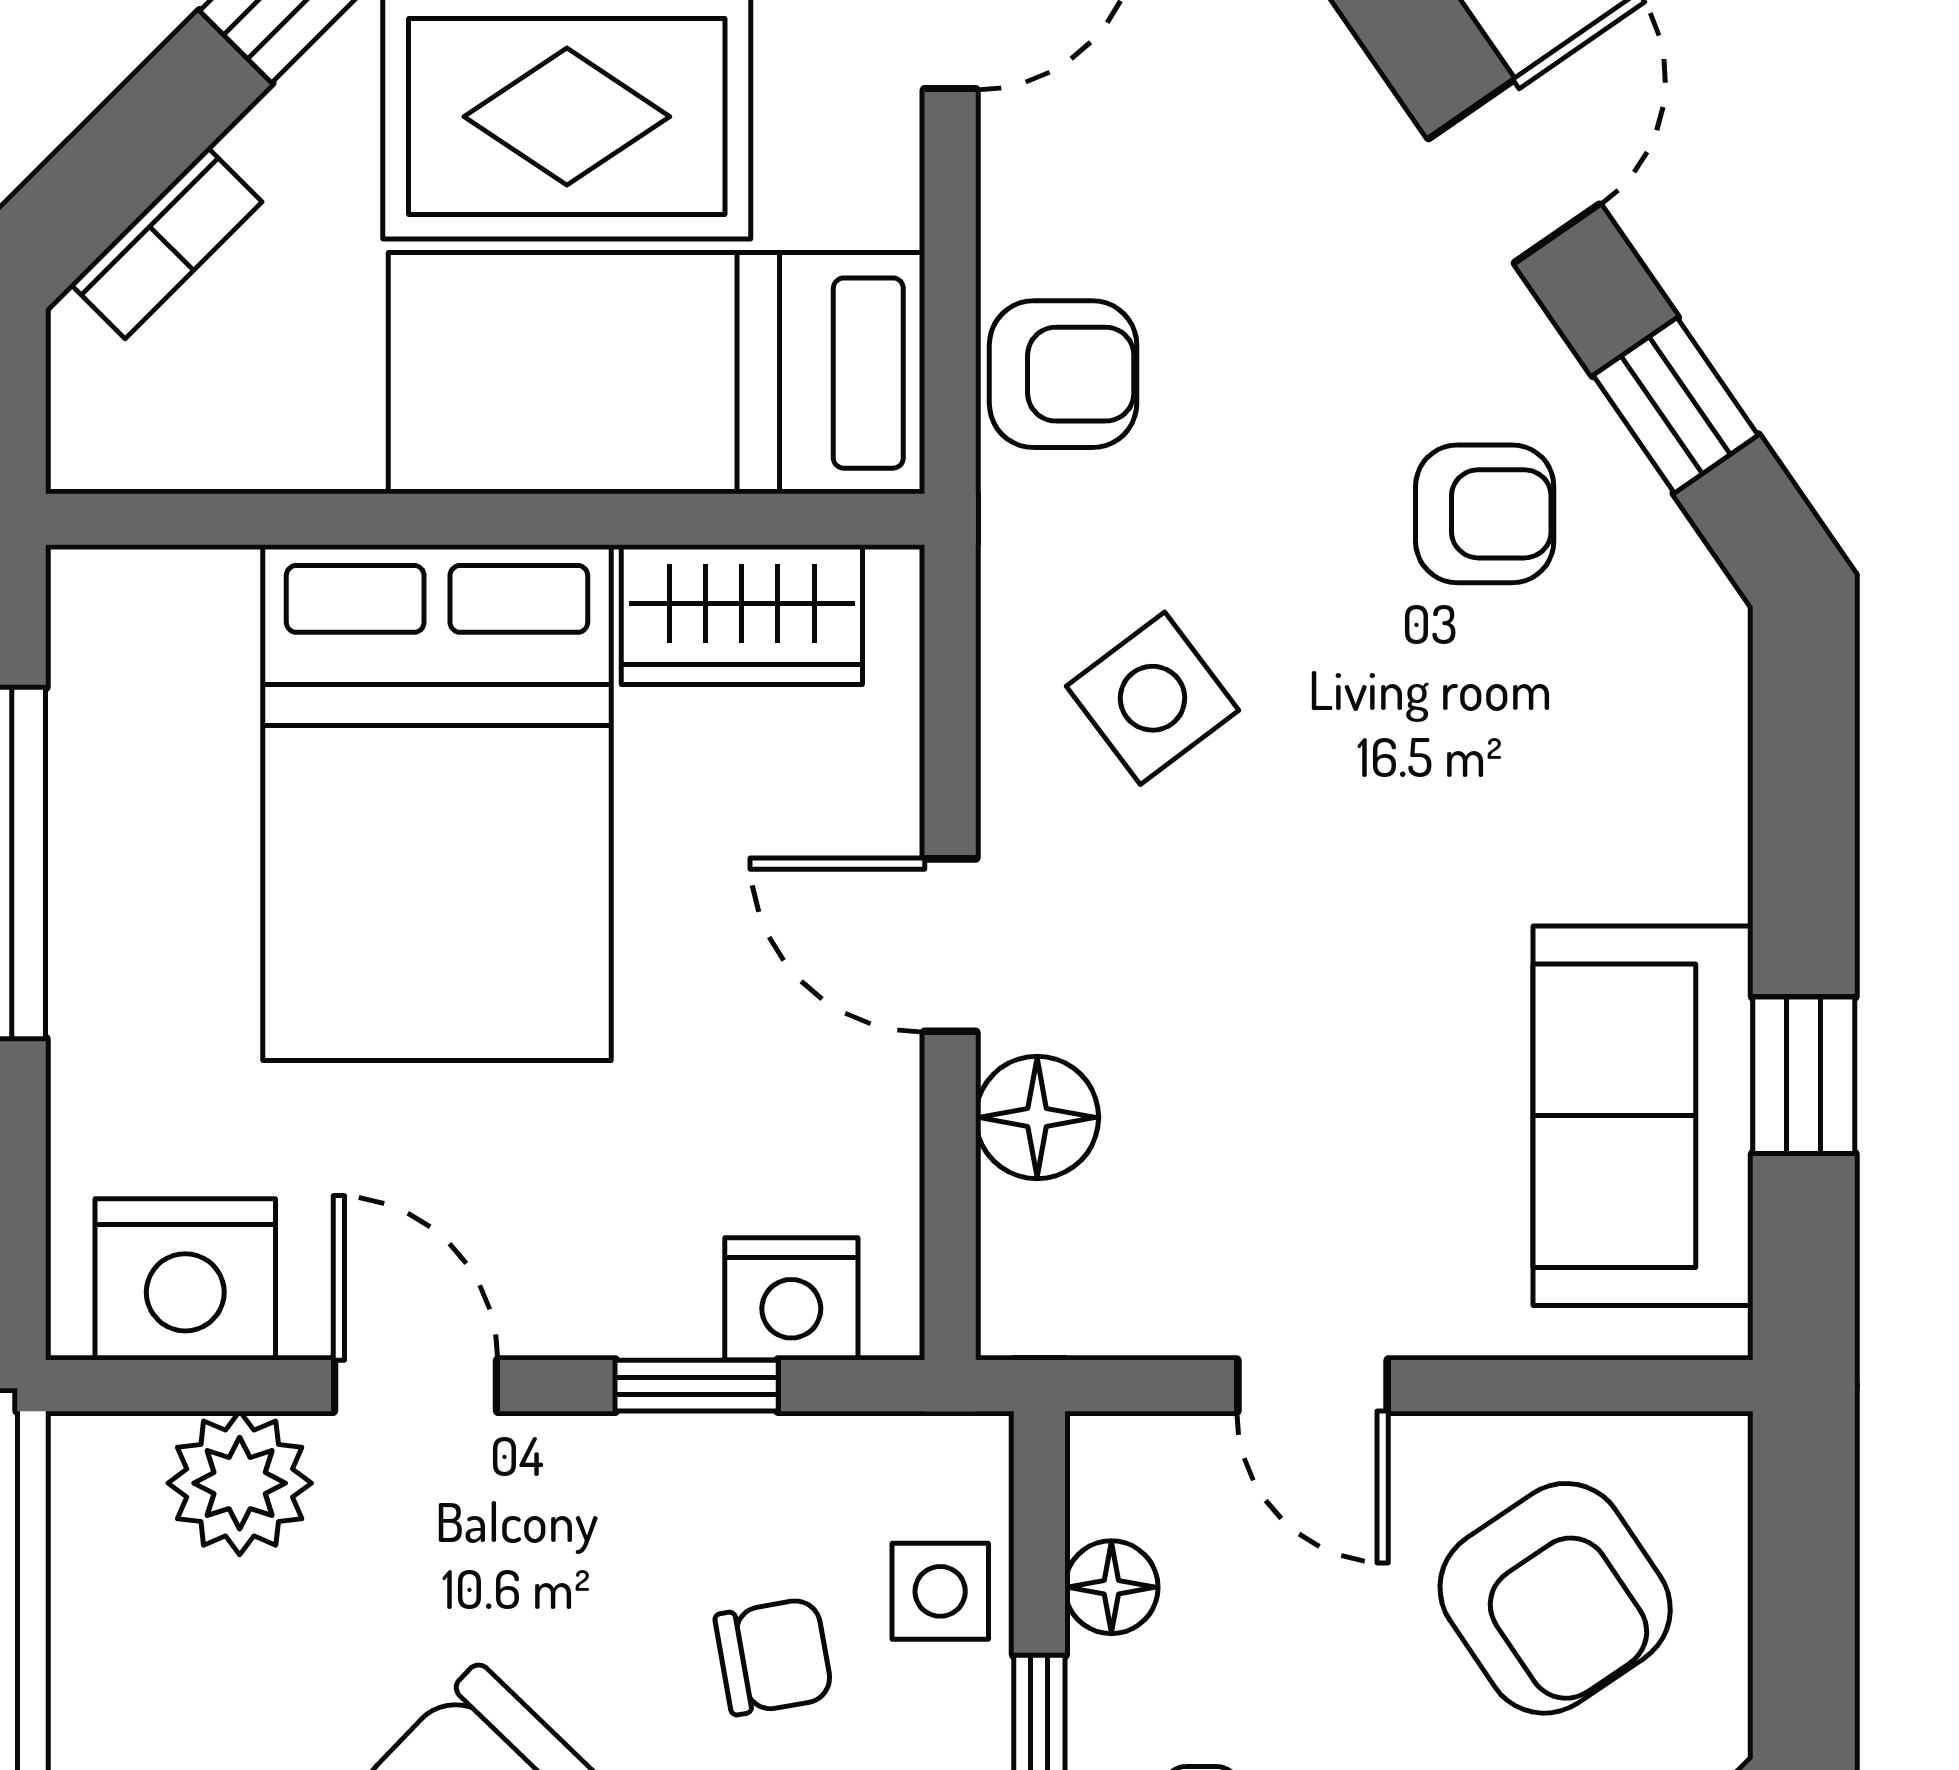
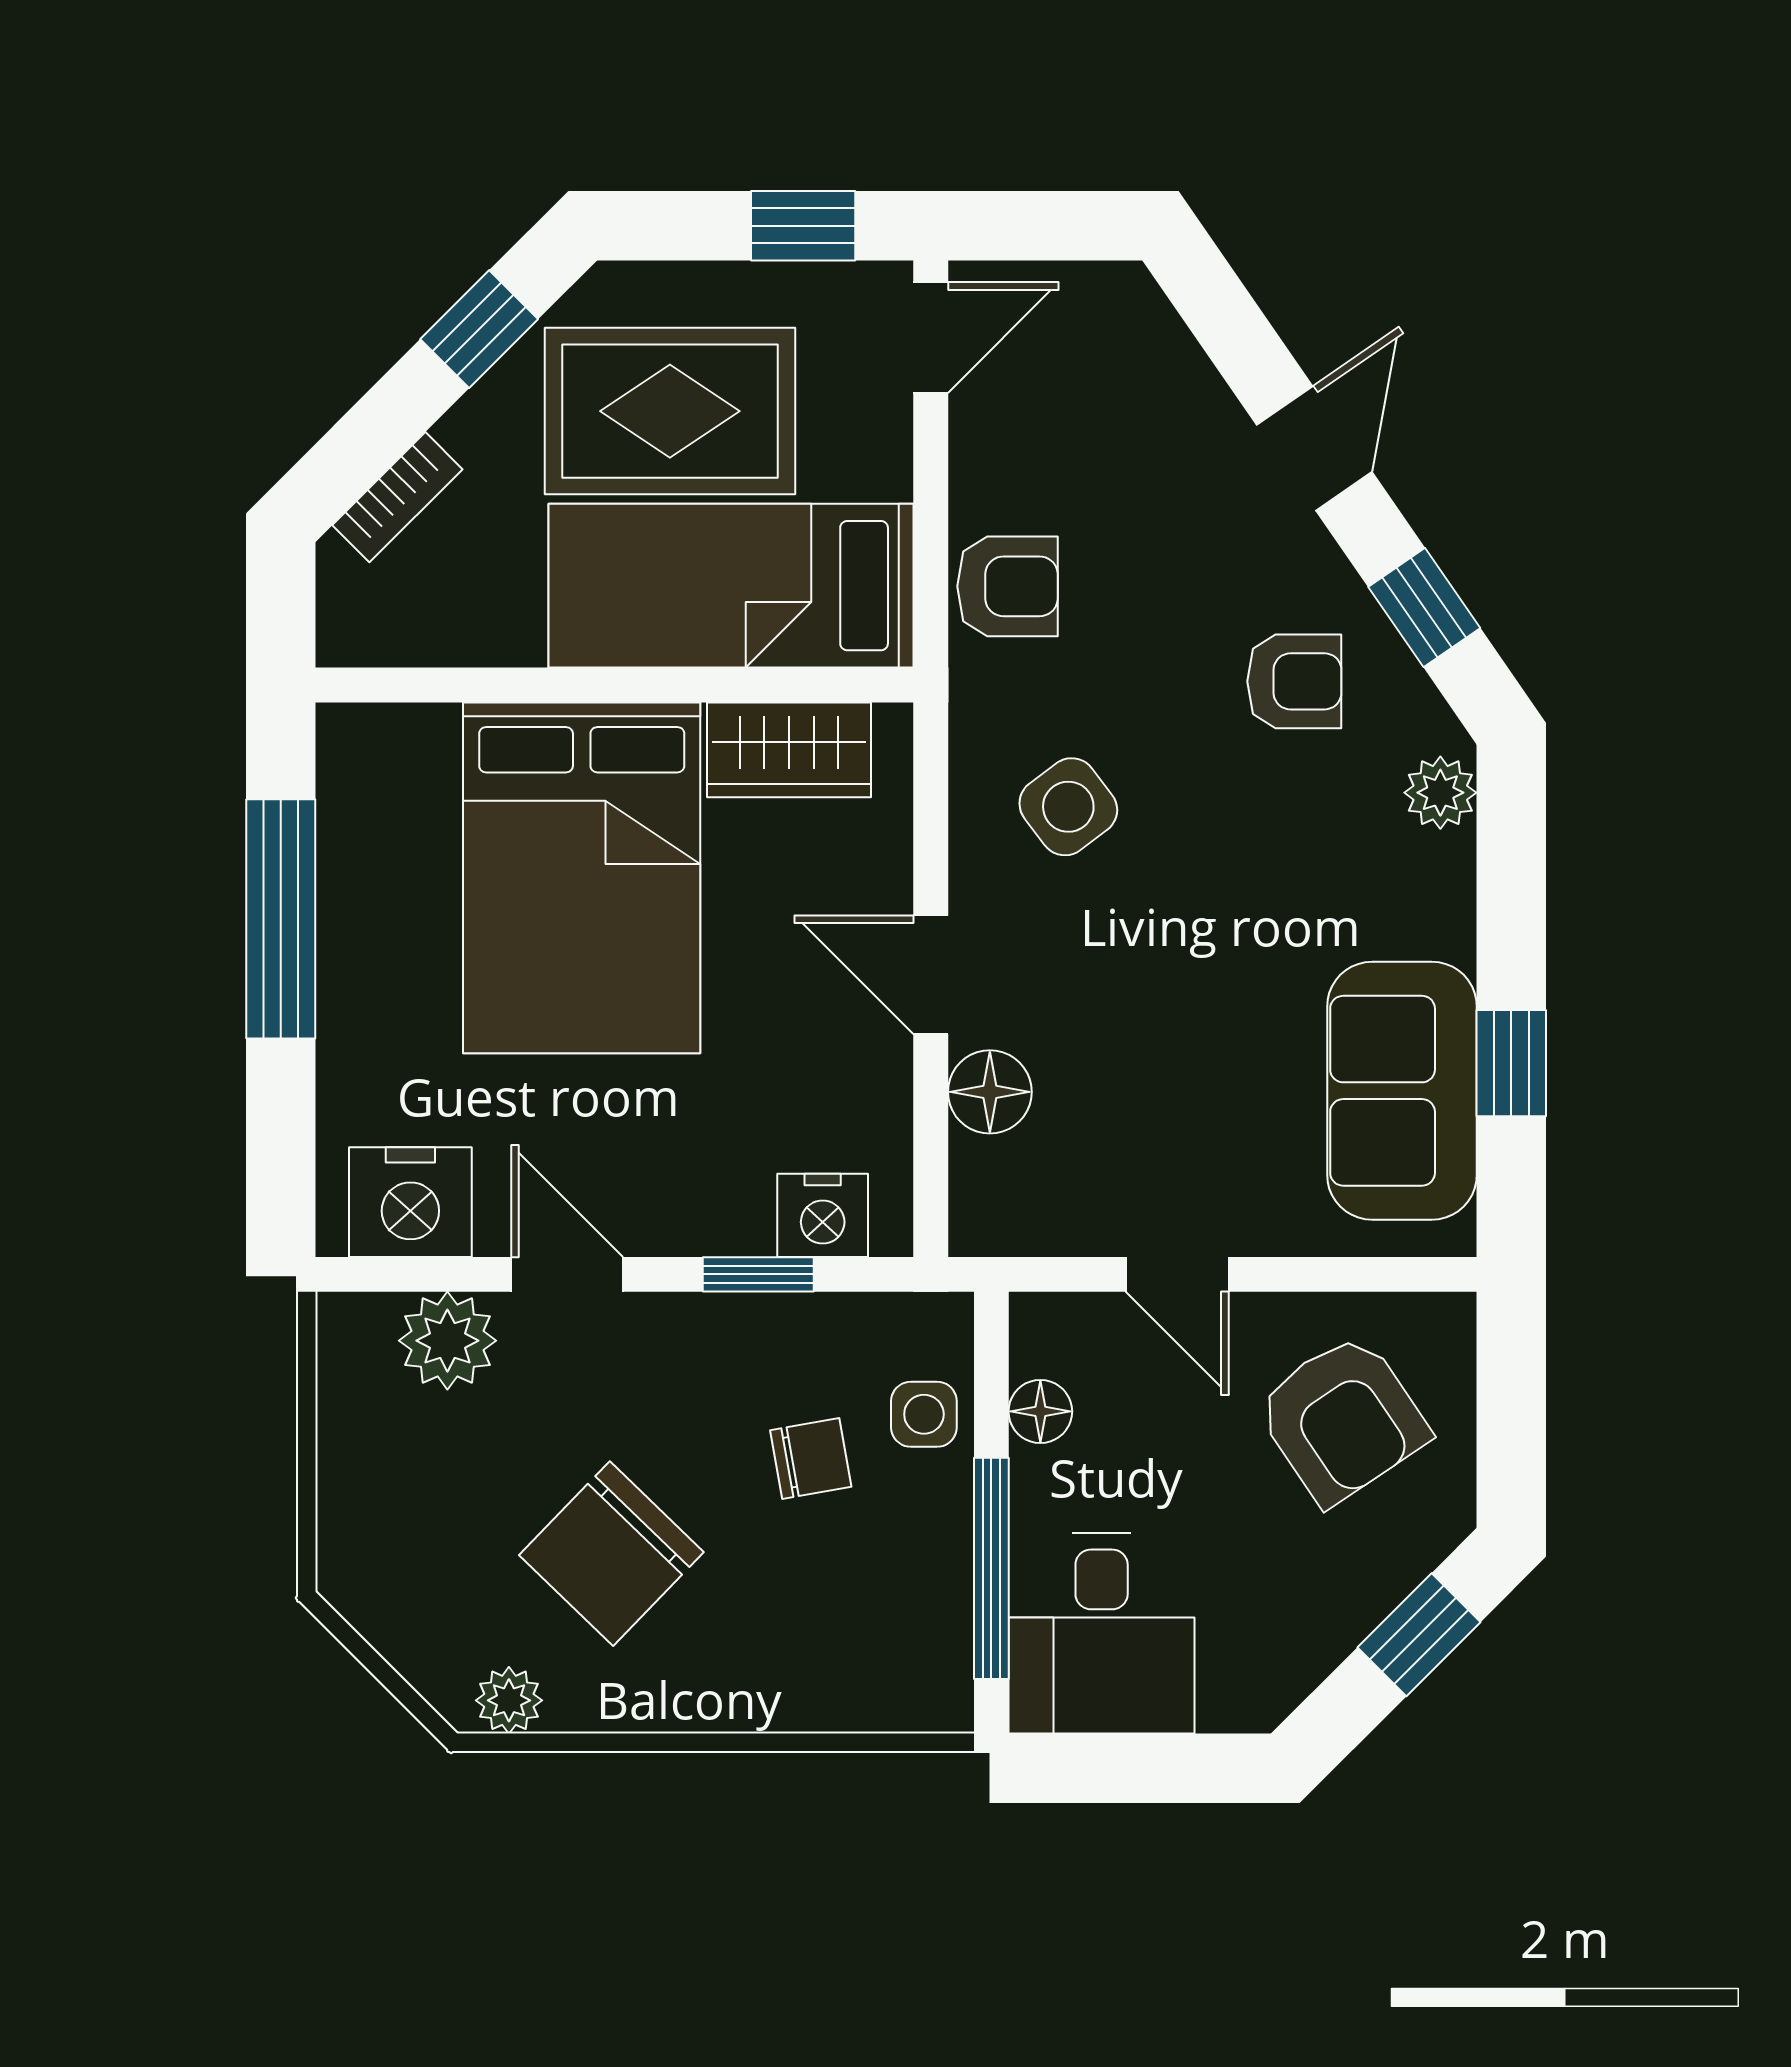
plant: (1699, 677) -> (1440, 793), added

